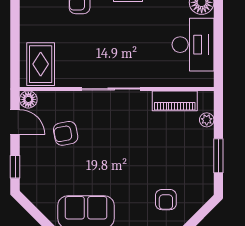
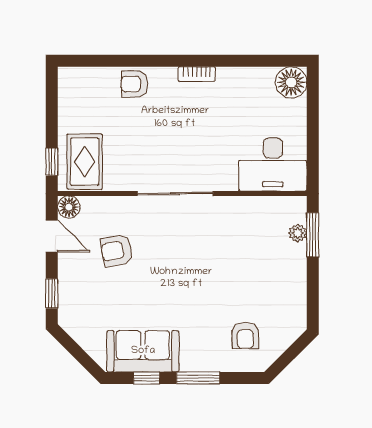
desk: (193, 45) -> (273, 165), moved, turned 90
window: (15, 64) -> (52, 162), added
piano: (175, 101) -> (257, 209), removed
window: (218, 156) -> (313, 235), moved

